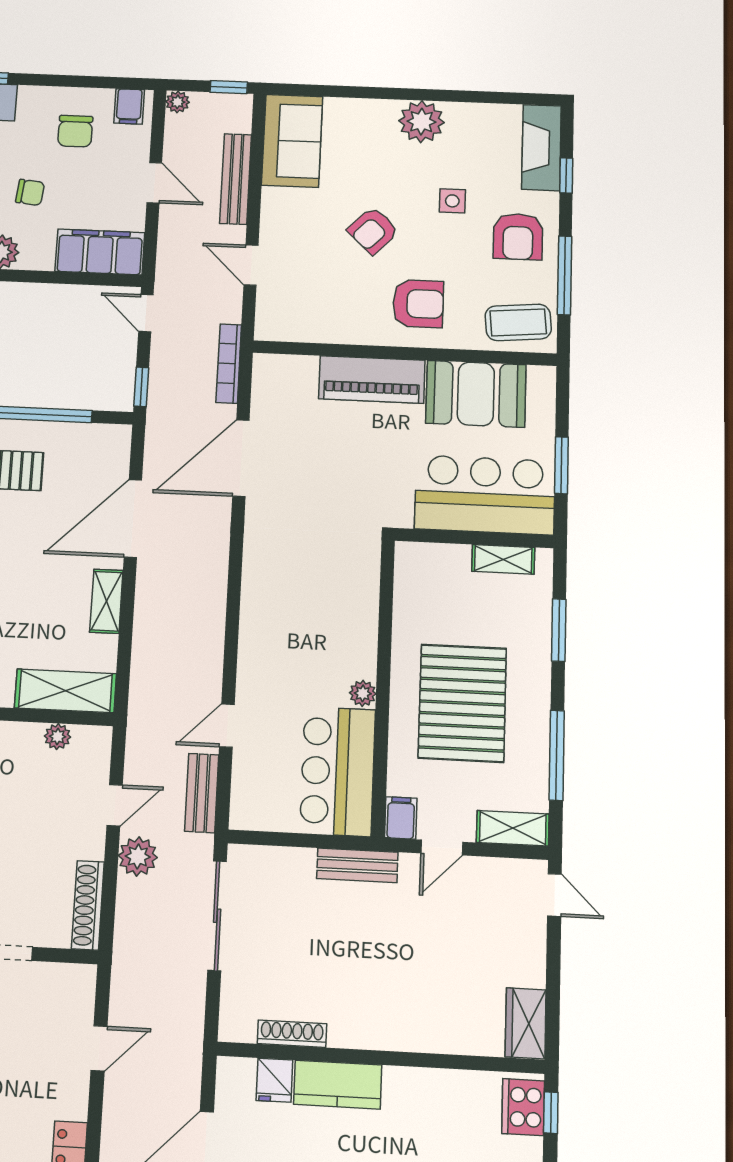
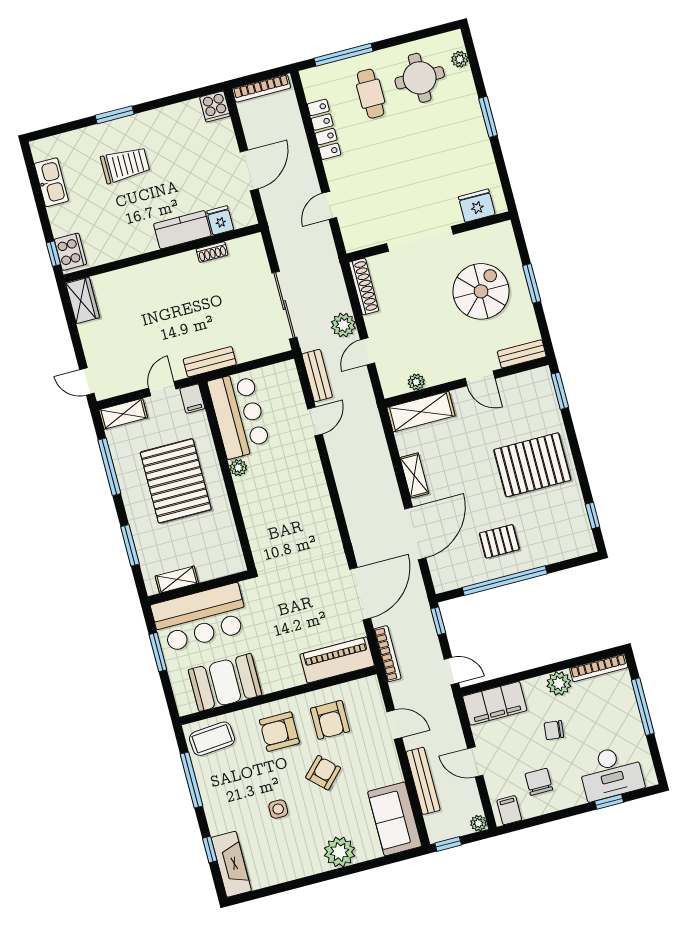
plant: (421, 122) -> (340, 852), moved
armchair: (518, 237) -> (330, 720), moved, turned 180
piano: (372, 380) -> (337, 660), moved
shoe rack: (292, 1034) -> (212, 252), width x0.70

